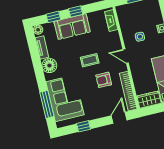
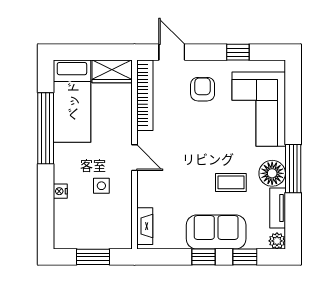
coffee table: (90, 60) -> (231, 182), moved
armchair: (104, 80) -> (203, 89), moved, turned -90
window: (47, 104) -> (293, 169), moved
door: (119, 118) -> (172, 52), swing flipped

